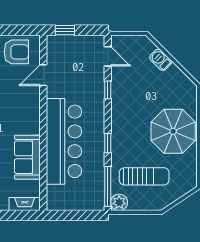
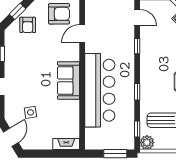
sofa: (27, 157) -> (68, 80), moved
window: (108, 187) -> (137, 129), width x0.46
window: (82, 215) -> (115, 154), added

